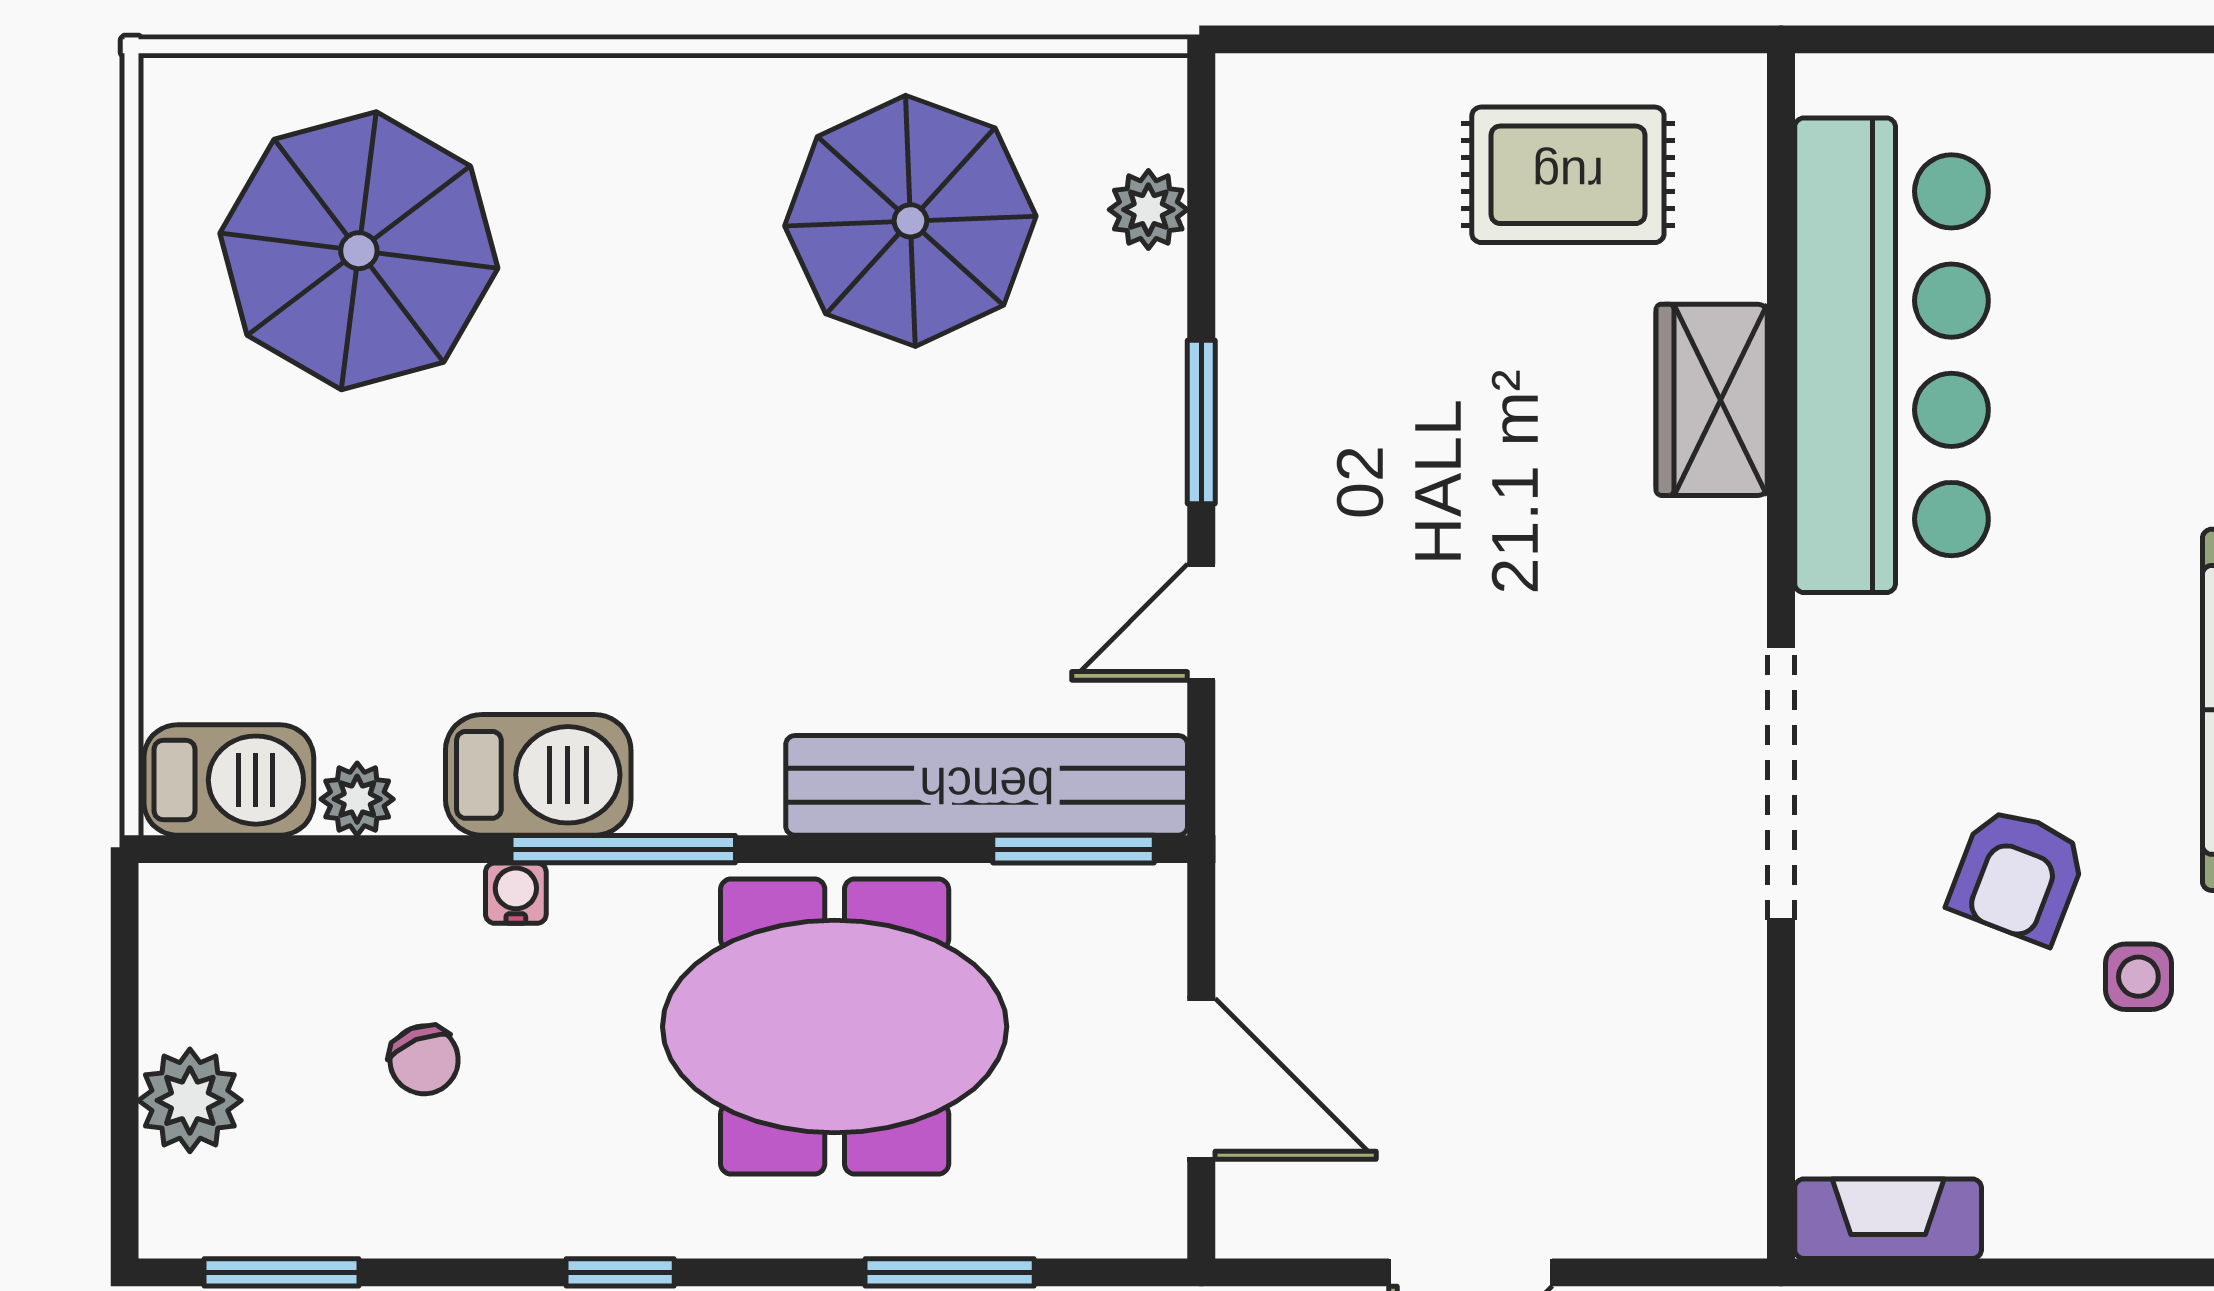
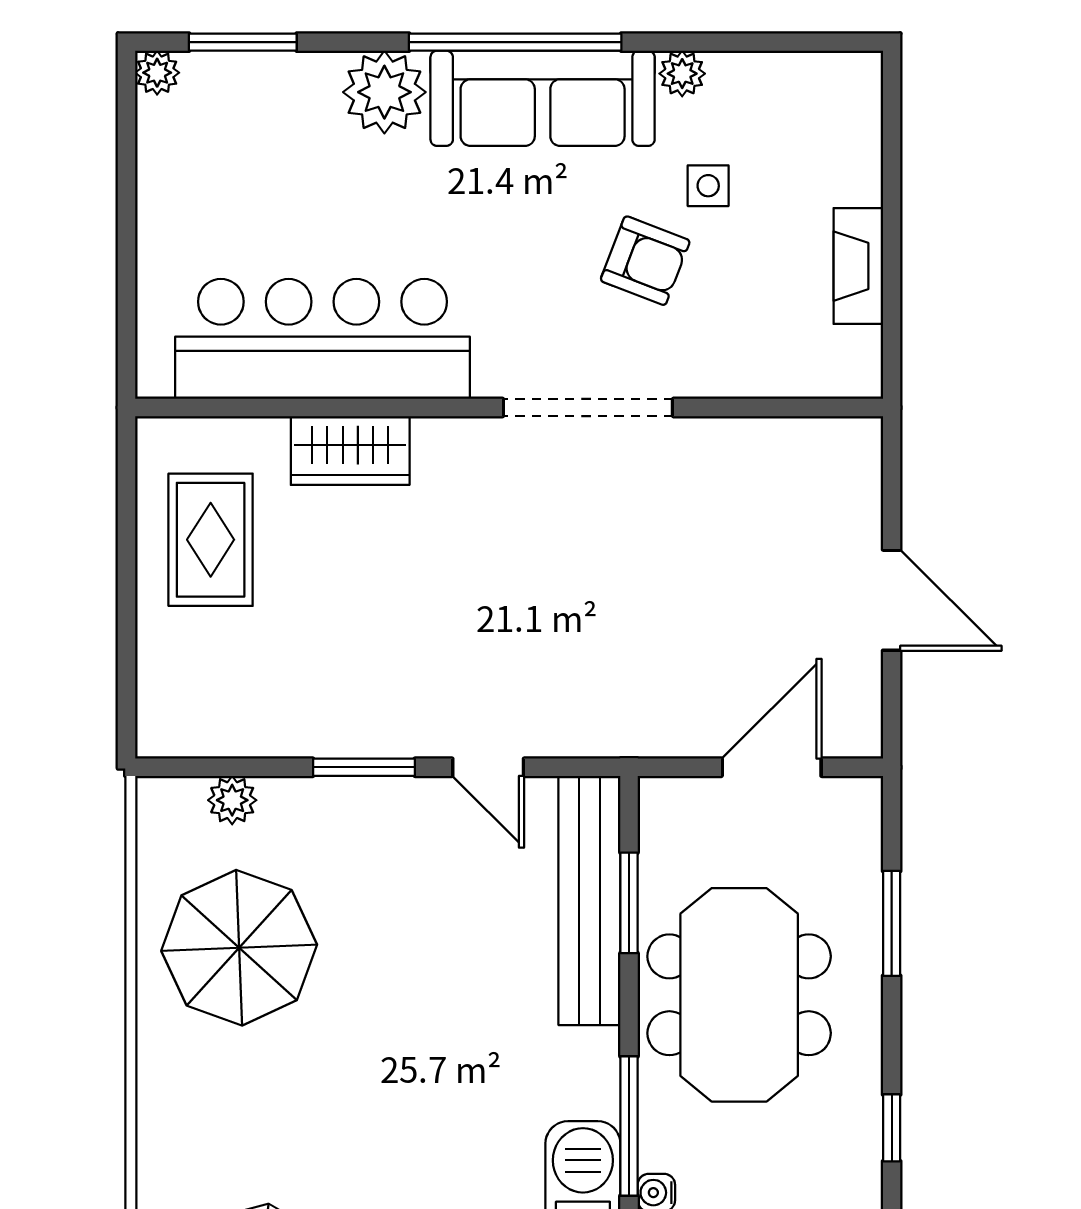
window: (1074, 849) -> (629, 903), moved
fireplace: (1888, 1219) -> (858, 266), moved

